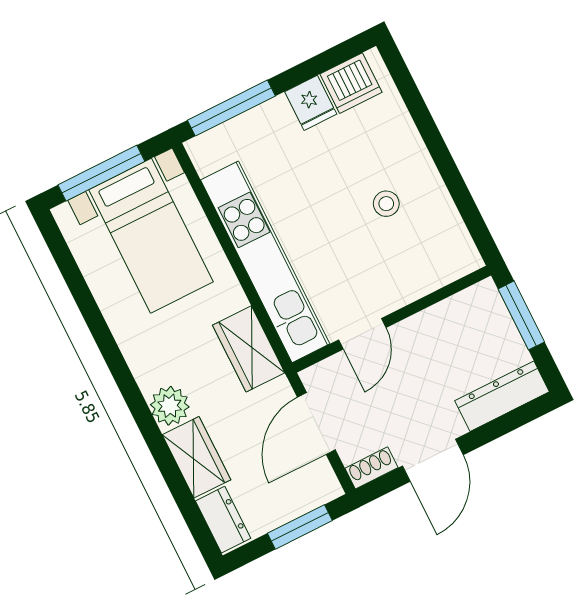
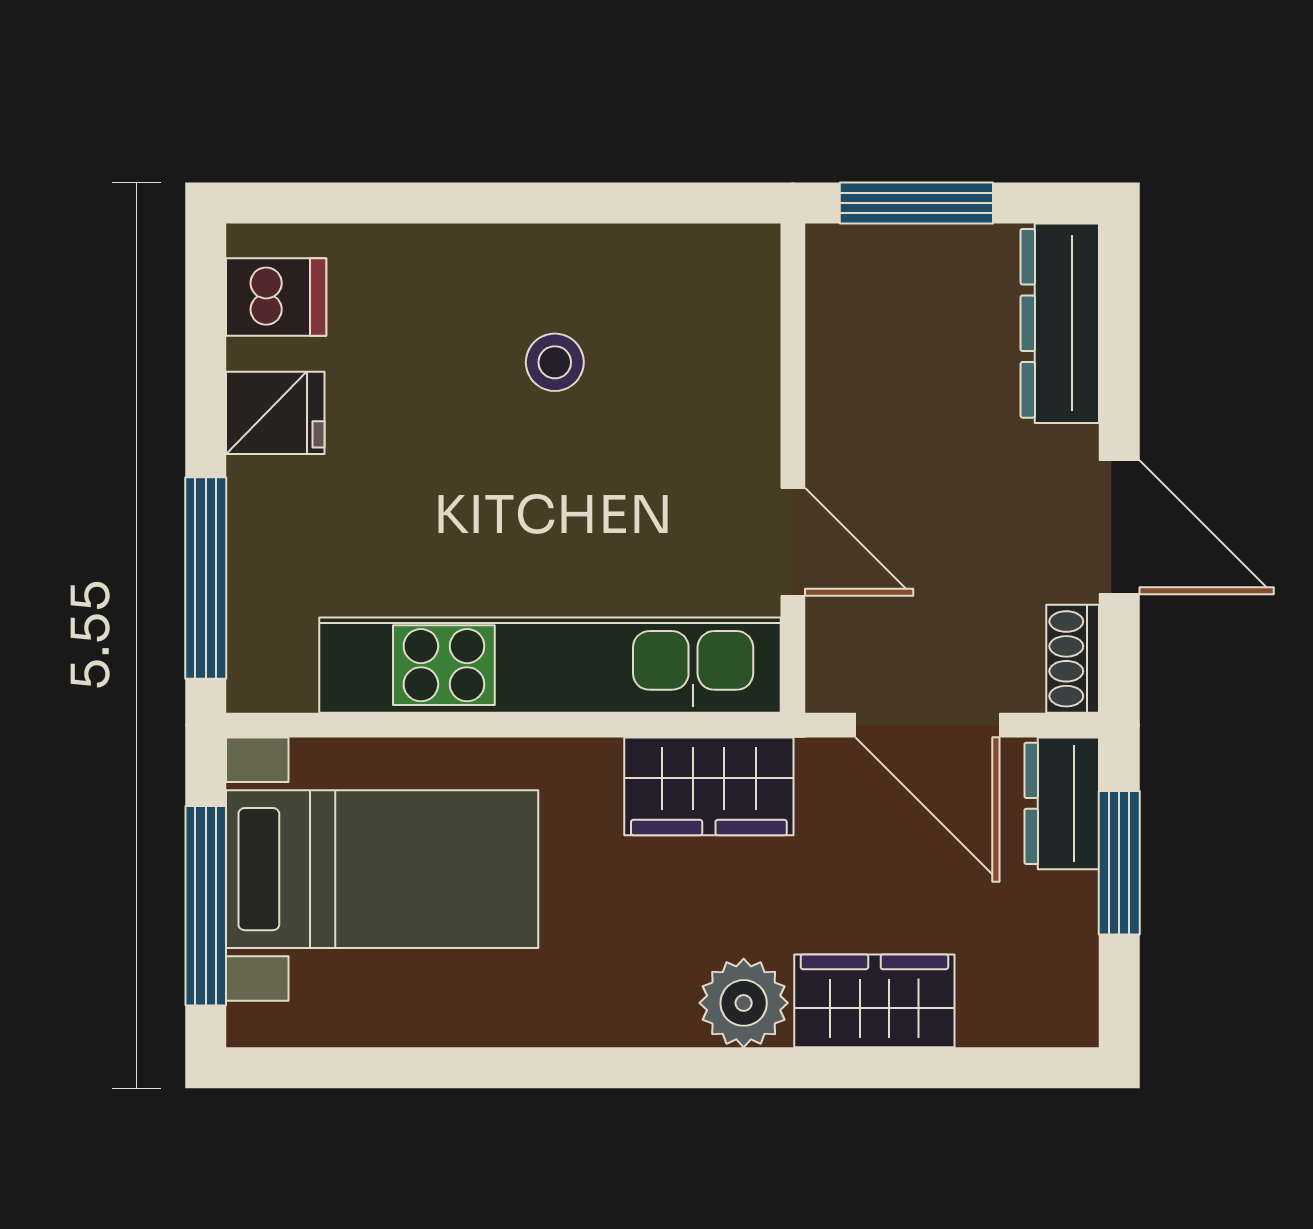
dishwasher: (351, 83) -> (276, 297), width x0.73
dresser: (223, 520) -> (1062, 803), moved, turned -90

